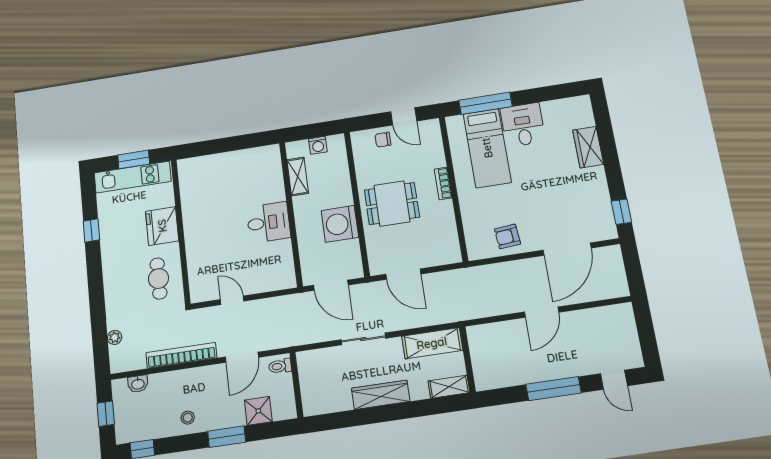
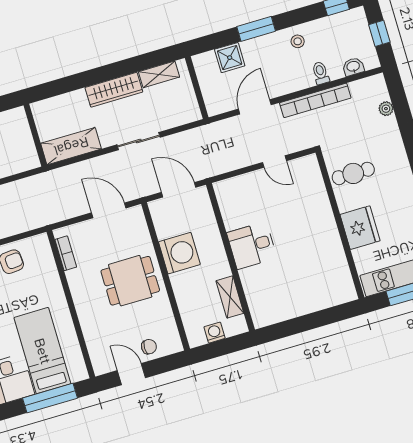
bookcase: (443, 184) -> (66, 253), moved
cafe table: (158, 279) -> (353, 173), turned 90
toilet: (280, 366) -> (321, 73), moved, turned -90
shelving: (449, 387) -> (159, 74), moved

